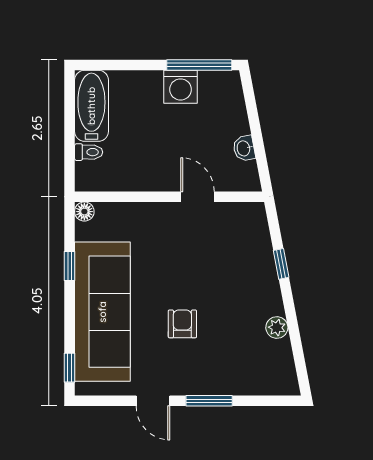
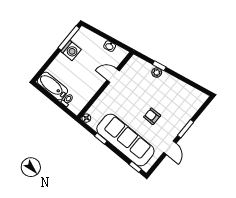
plant: (277, 327) -> (157, 72), moved
door: (153, 401) -> (170, 148), hinge flipped

